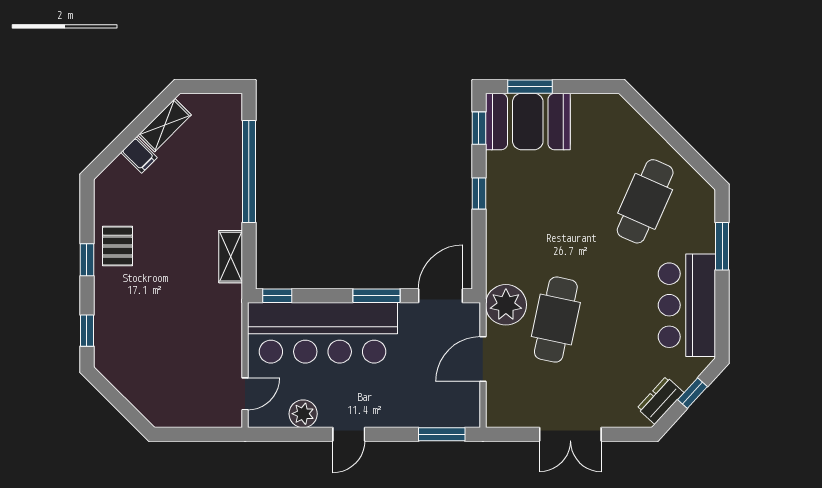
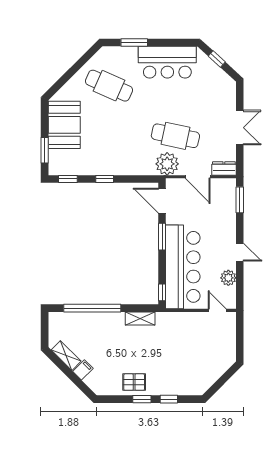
booth: (528, 122) -> (64, 125), moved
window: (87, 331) -> (169, 399), moved
dresser: (660, 400) -> (224, 168), moved, turned 138

